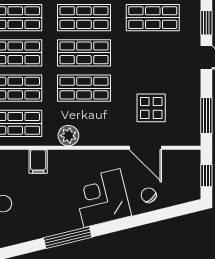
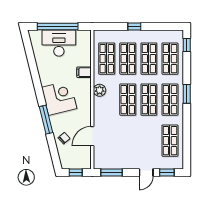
display table: (151, 108) -> (116, 140), removed
corner desk: (102, 198) -> (59, 98), moved
window: (68, 238) -> (46, 120), moved

